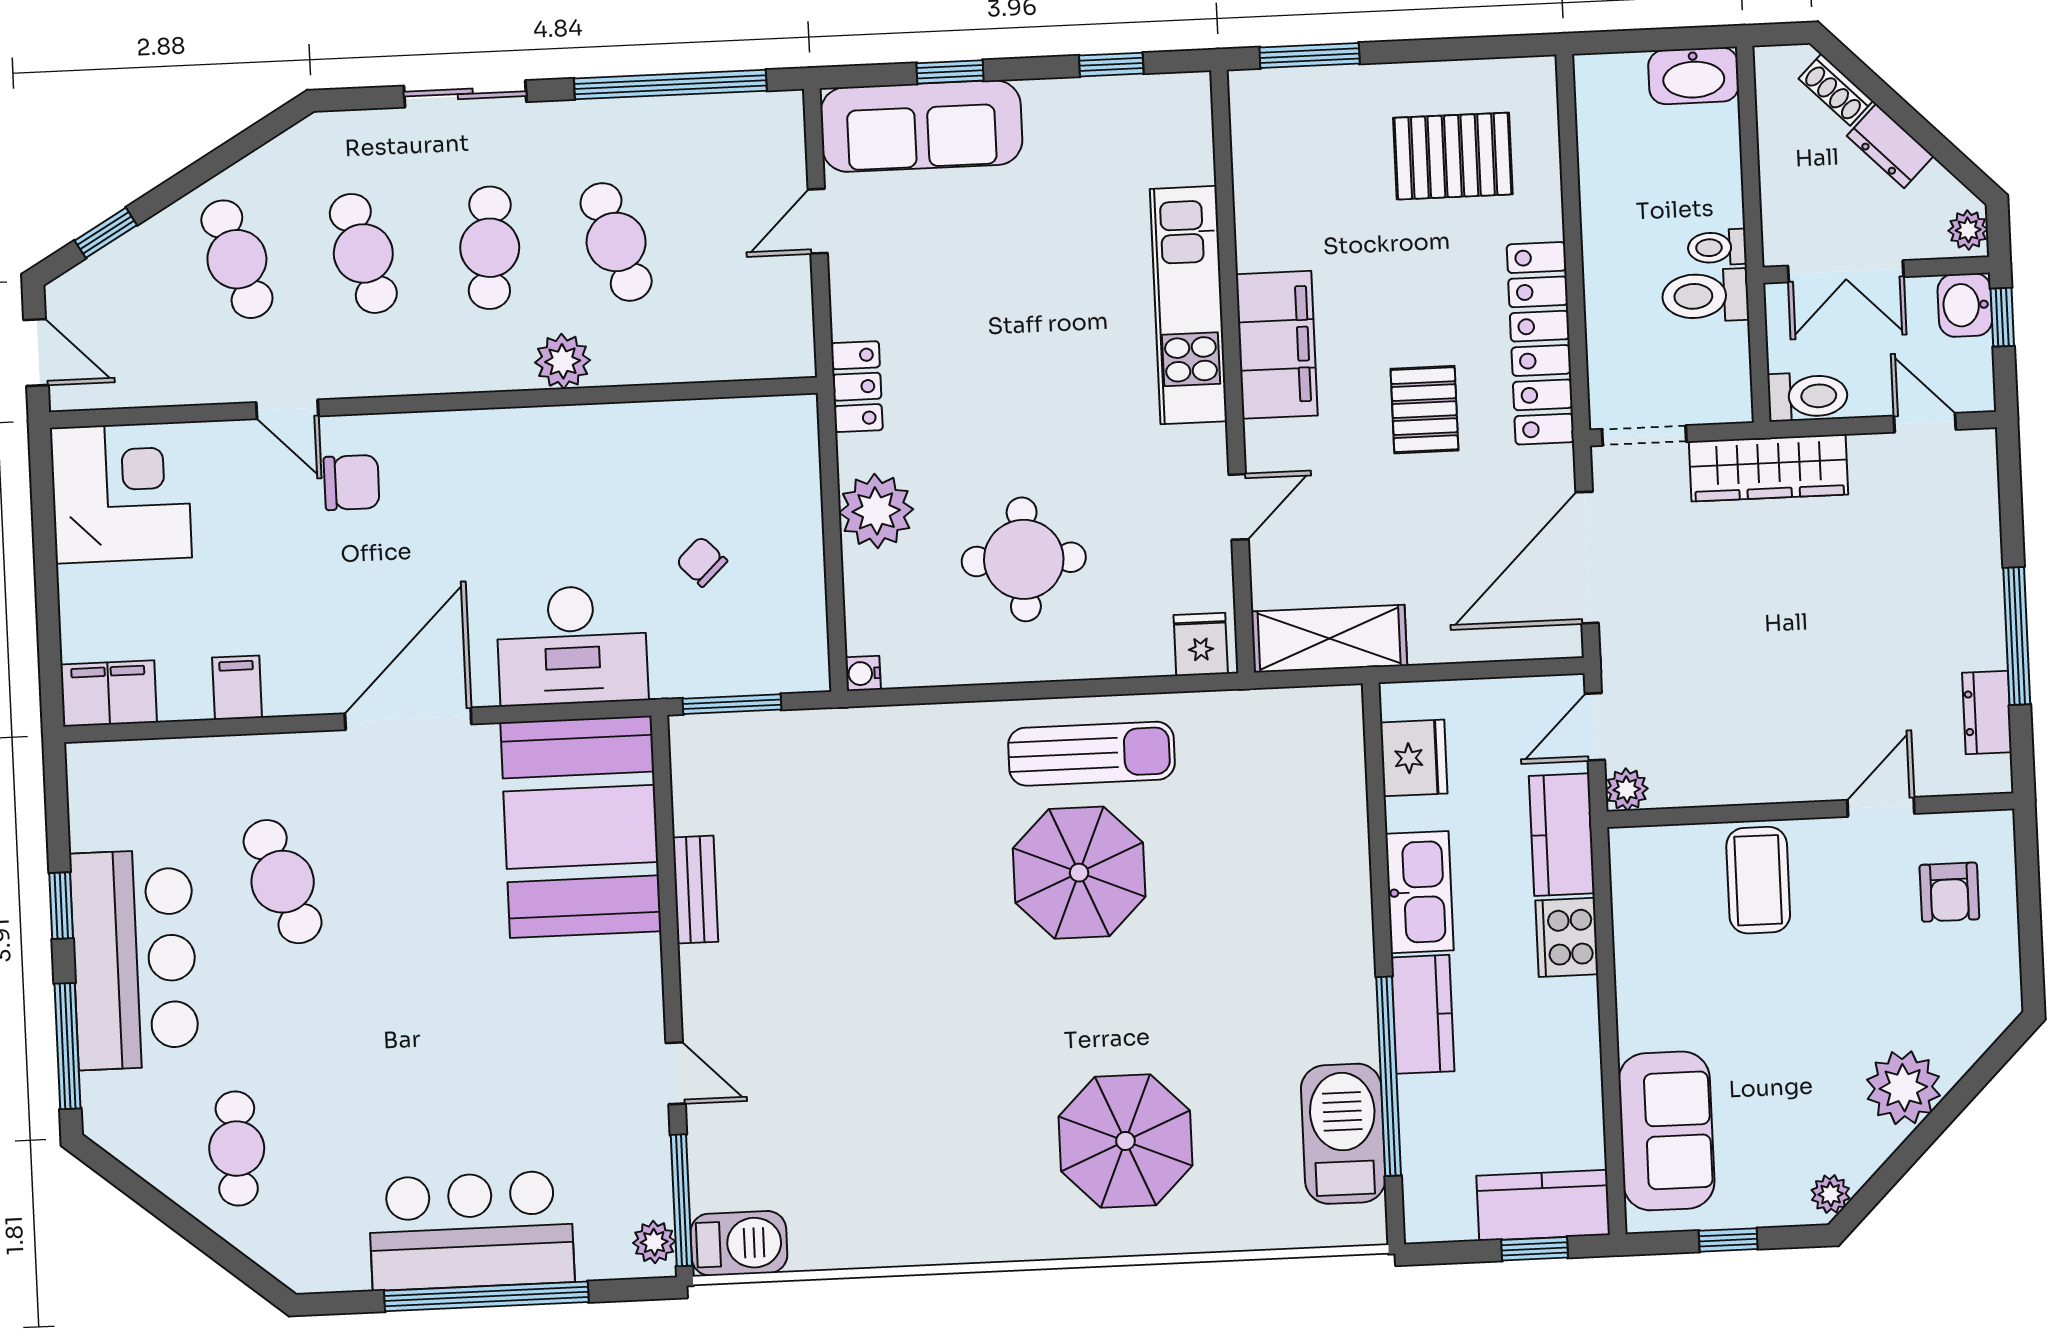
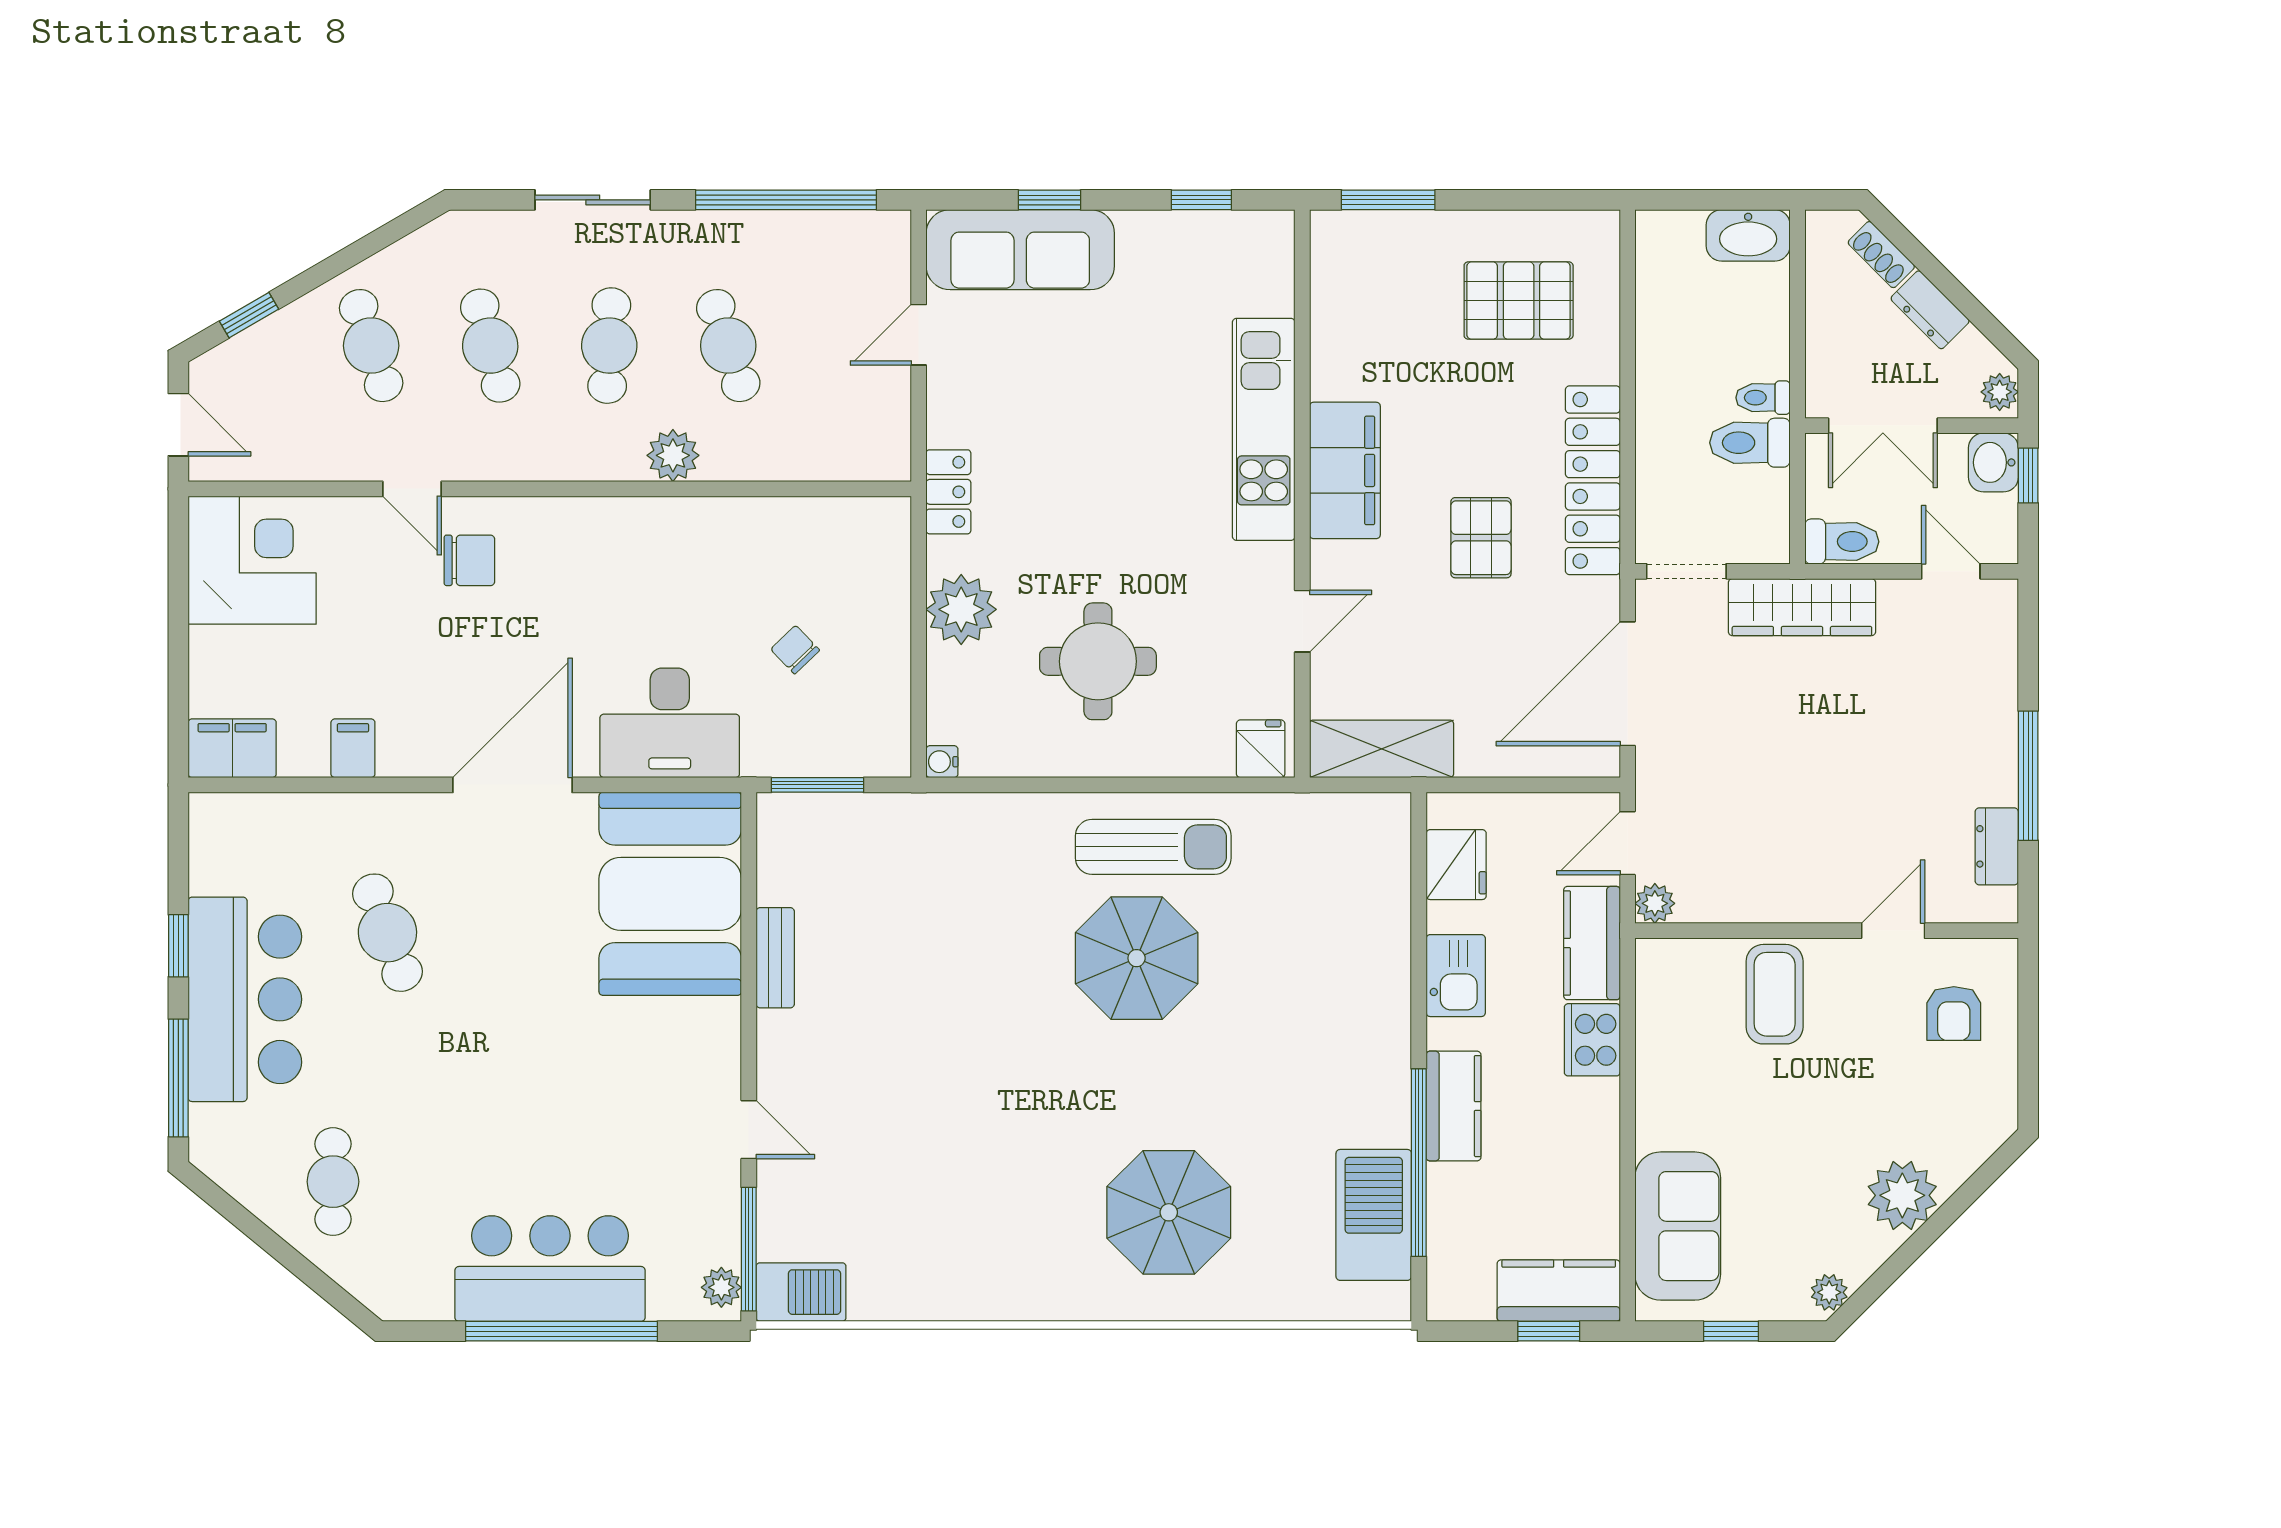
kitchen sink: (1420, 892) -> (1456, 976), width x0.73

